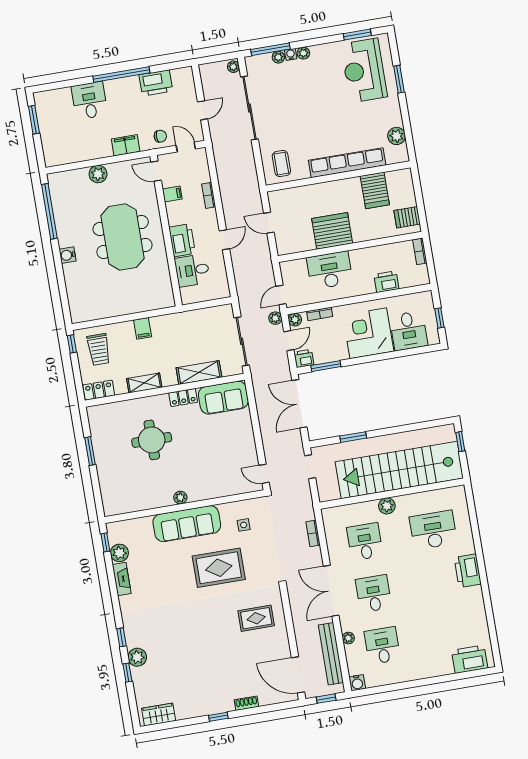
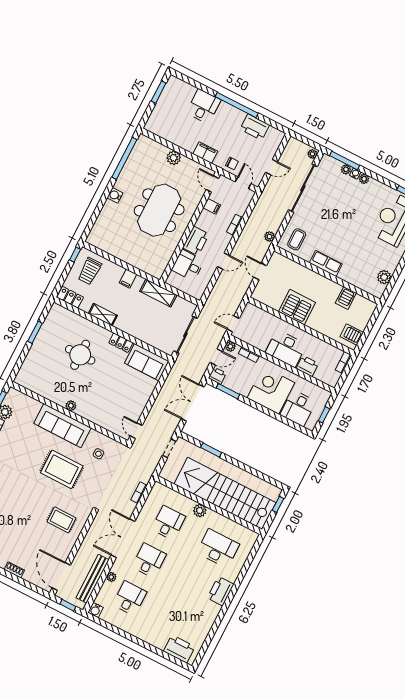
row of seats: (347, 163) -> (326, 264), width x0.50
server rack: (375, 190) -> (346, 298), width x0.73, depth x0.70
desk: (330, 270) -> (286, 349), moved, turned 180
plant: (275, 318) -> (269, 236), moved
shelving: (199, 372) -> (158, 293), moved

